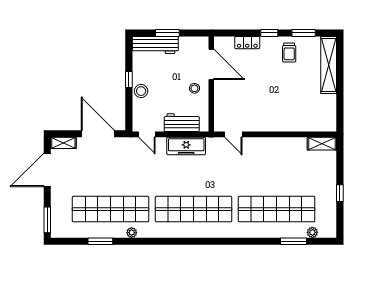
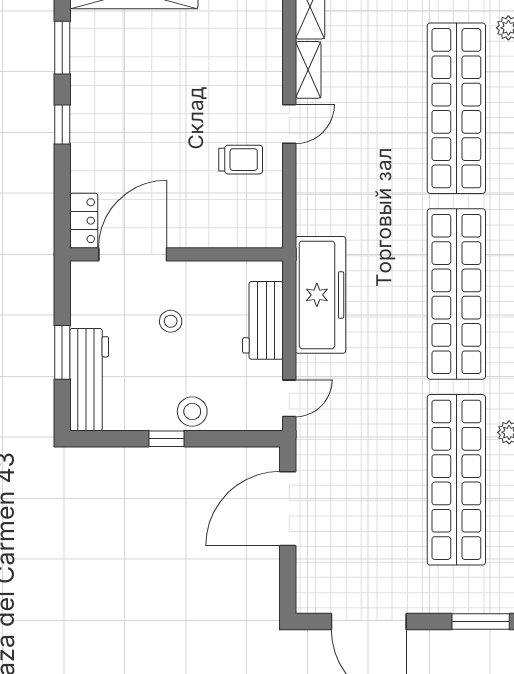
locker: (247, 43) -> (84, 221), moved
trolley: (289, 52) -> (241, 160), moved
stool: (194, 88) -> (171, 321), moved
door: (233, 134) -> (289, 124), moved
shelving: (63, 143) -> (308, 70), moved
freezer: (186, 146) -> (320, 295), width x1.36, depth x1.26

